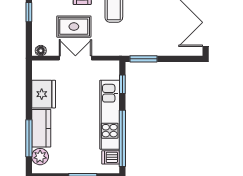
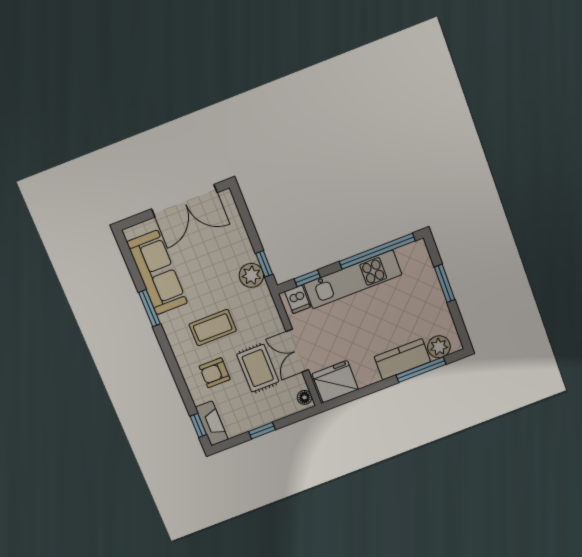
plant: (139, 47) -> (251, 275), added
window: (143, 59) -> (264, 264), width x0.67
fridge: (44, 94) -> (335, 382), moved
dishwasher: (111, 157) -> (298, 299), moved

